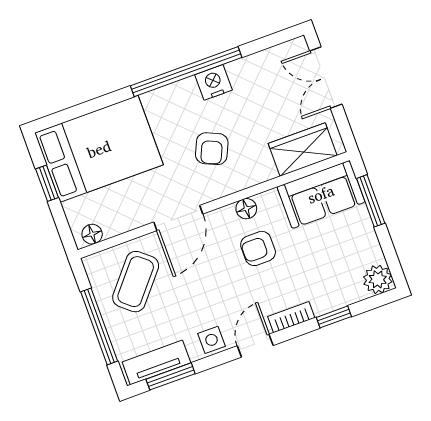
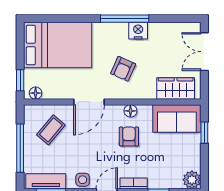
window: (186, 72) -> (125, 19), width x0.68
window: (47, 183) -> (20, 80), moved
window: (371, 201) -> (204, 133), width x0.67
armchair: (258, 248) -> (129, 136), turned 90
coffee table: (136, 282) -> (51, 130), width x0.73, depth x0.77

